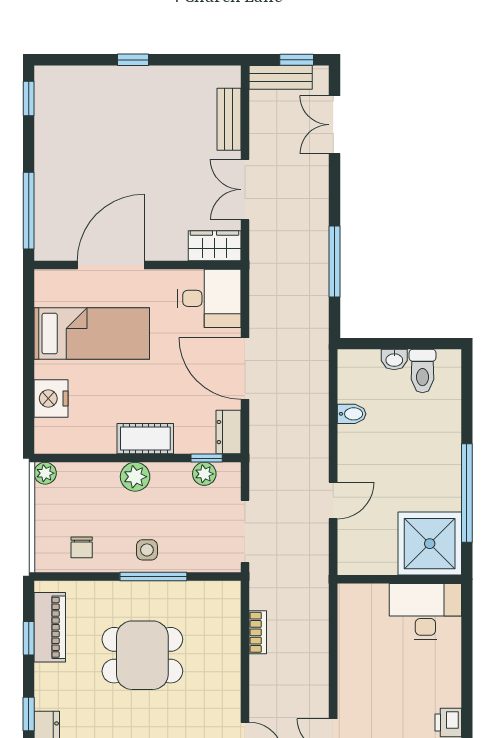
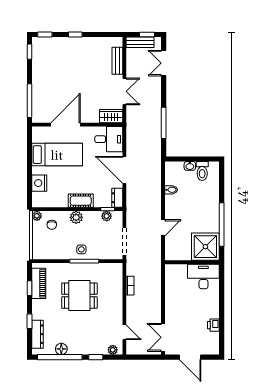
window: (64, 60) -> (45, 35), added
double door: (245, 190) -> (124, 91), swing flipped
chair: (82, 547) -> (52, 225), moved

